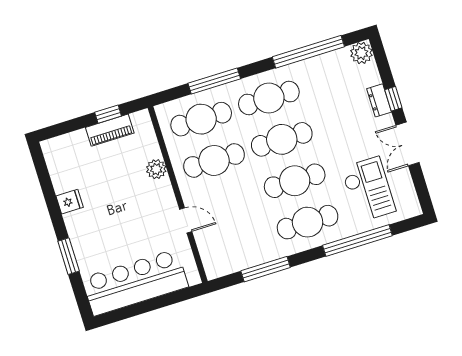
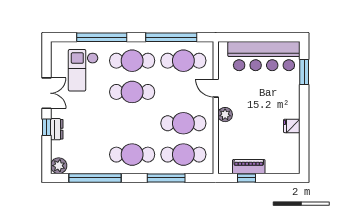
cafe table: (282, 139) -> (183, 61), moved
plant: (156, 169) -> (225, 115), moved
window: (69, 256) -> (304, 72), moved
window: (266, 269) -> (171, 37), width x1.46

